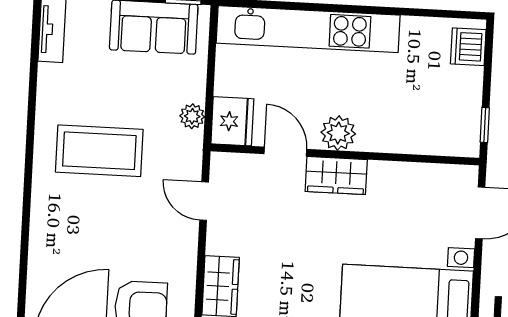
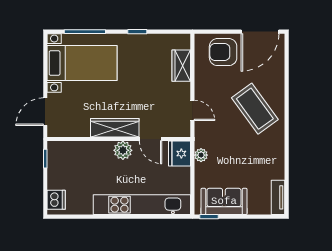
coffee table: (99, 151) -> (255, 109), moved, turned 54
wardrobe: (336, 175) -> (115, 128), width x1.50

